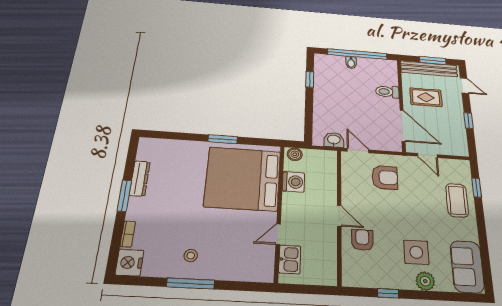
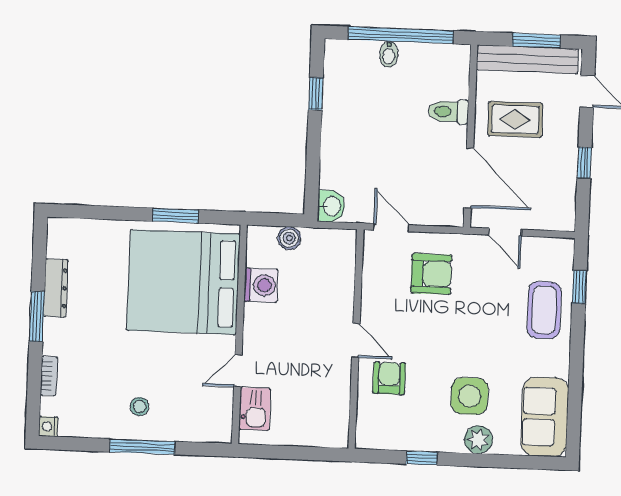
washbasin: (334, 140) -> (331, 206), moved, turned 90
bed: (243, 179) -> (183, 282), moved
washing machine: (294, 182) -> (261, 285), moved
wall: (279, 211) -> (239, 334), moved
door: (278, 234) -> (238, 371), moved
kitchen sink: (290, 259) -> (255, 409), moved
nightstand: (130, 263) -> (48, 426), width x0.53, depth x0.56

